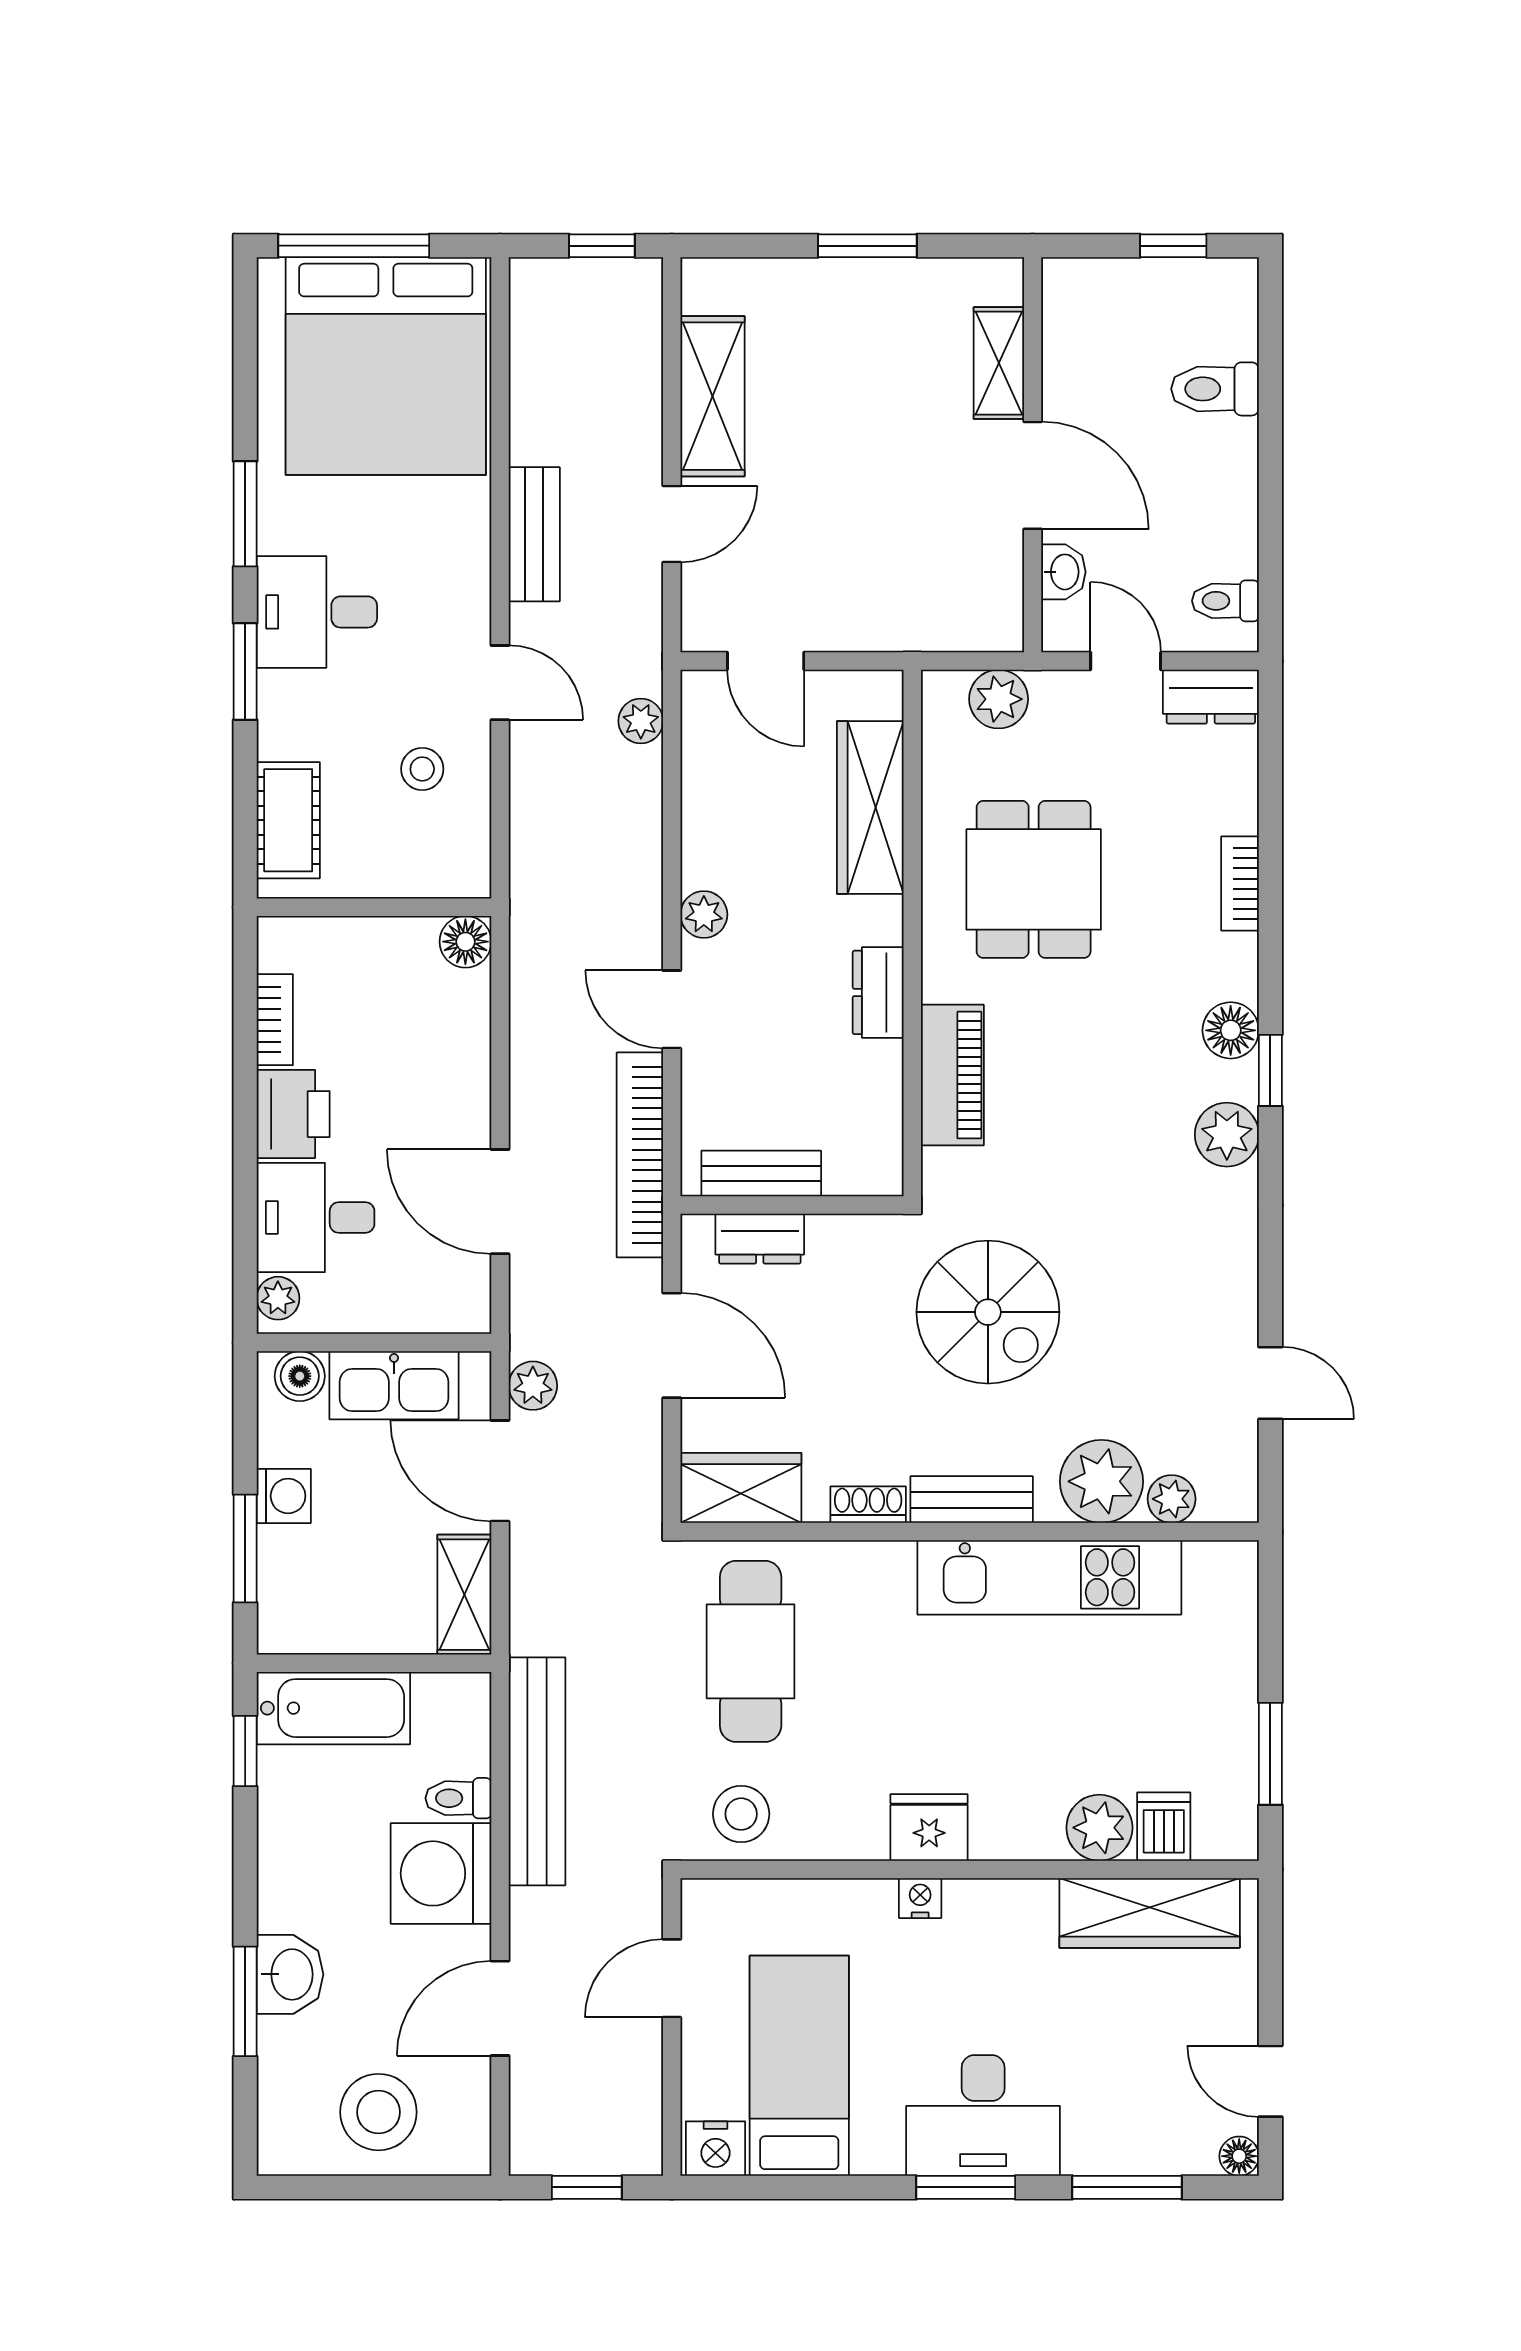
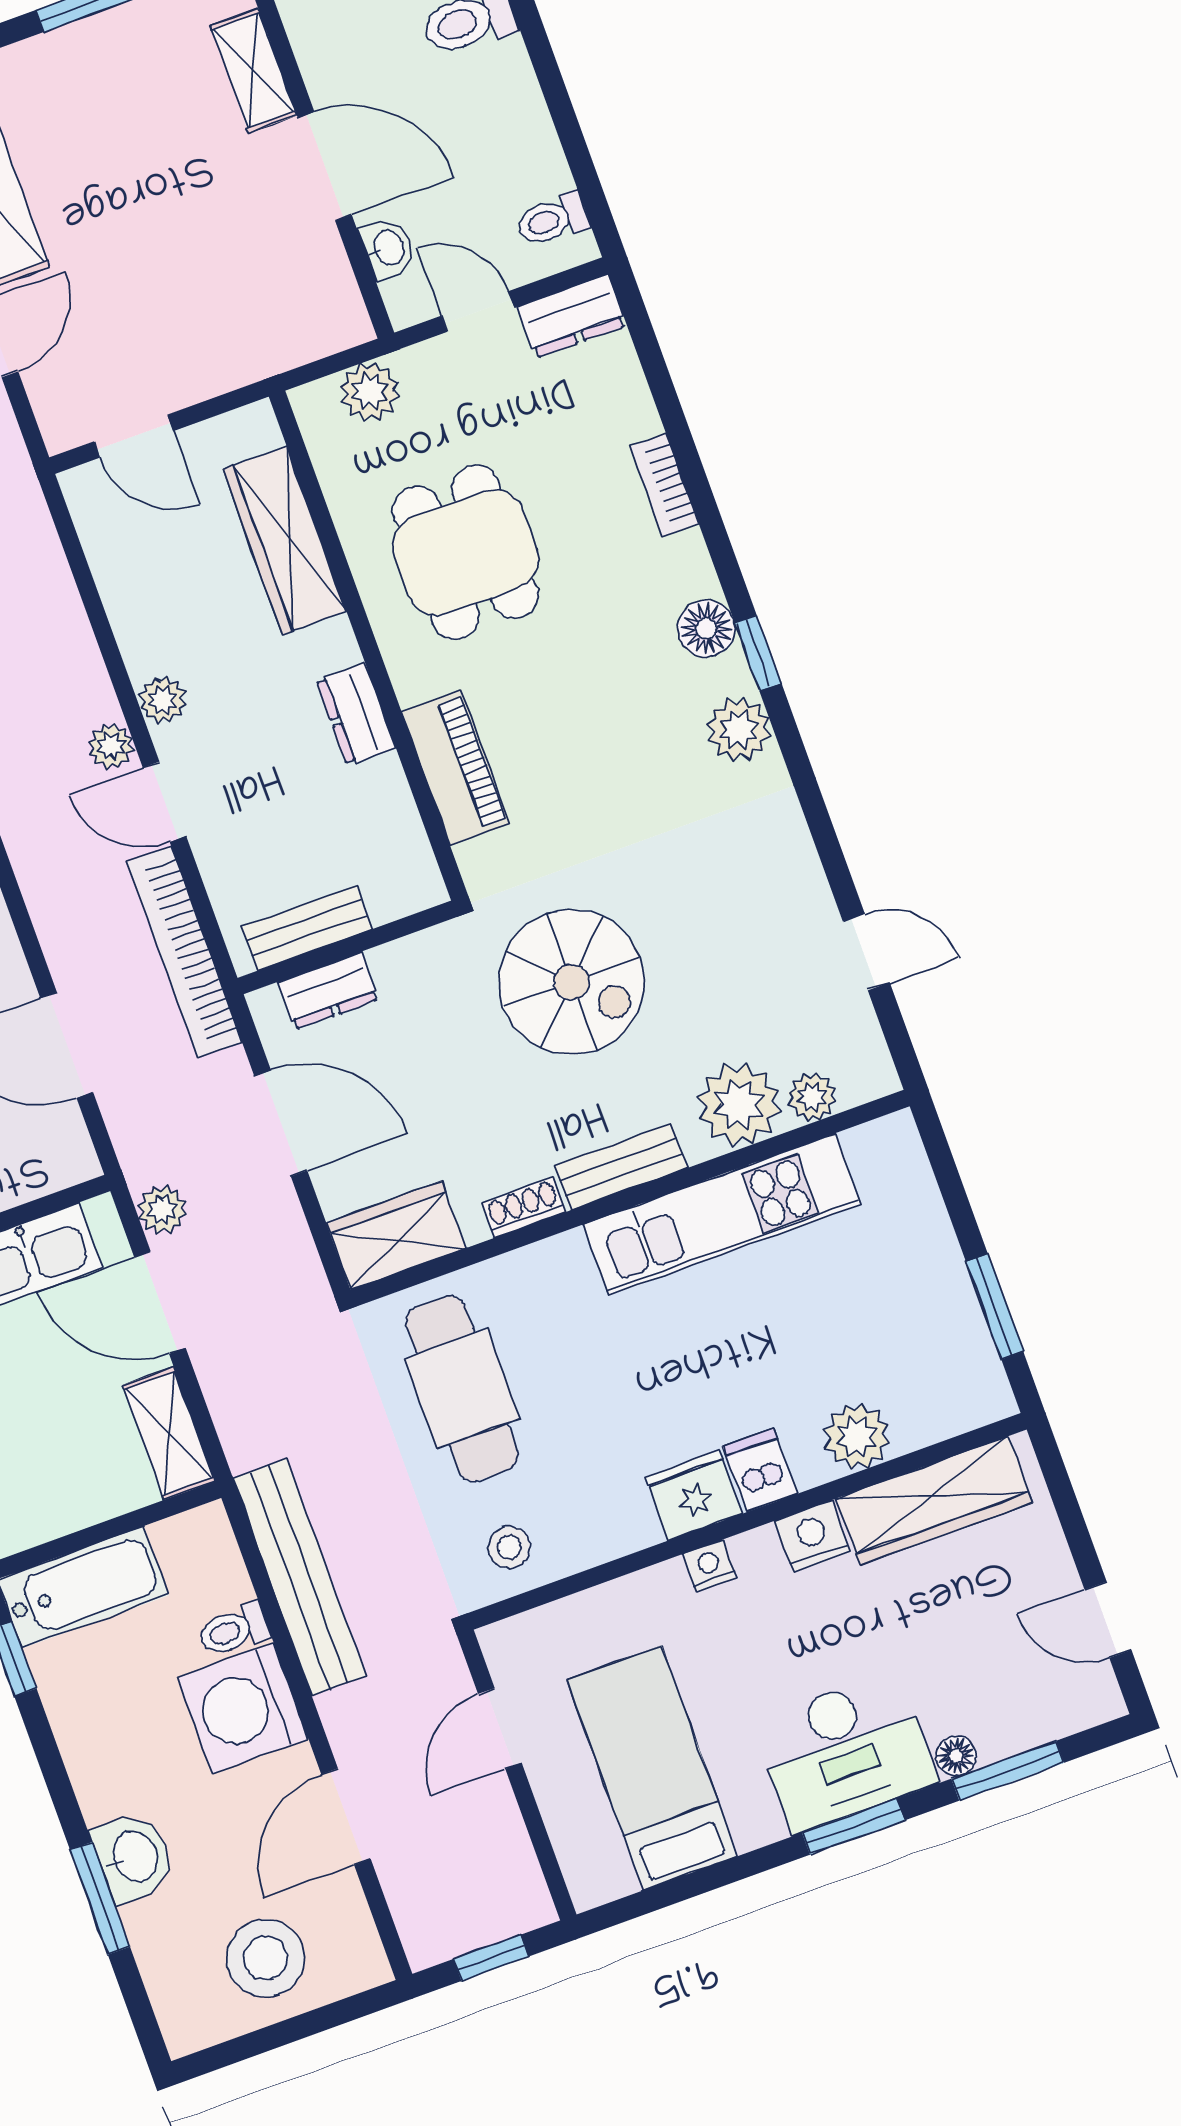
plant: (641, 721) -> (111, 746), moved
stool: (741, 1814) -> (509, 1547), width x0.73, depth x0.73
dishwasher: (1164, 1827) -> (760, 1470), moved
nightstand: (716, 2149) -> (813, 1536), moved, turned 180
floor lamp: (1239, 2156) -> (956, 1756), moved

